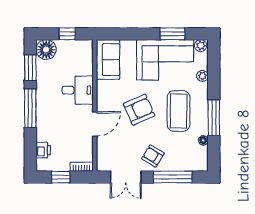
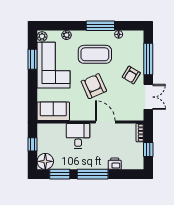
printer: (43, 150) -> (115, 164), moved

